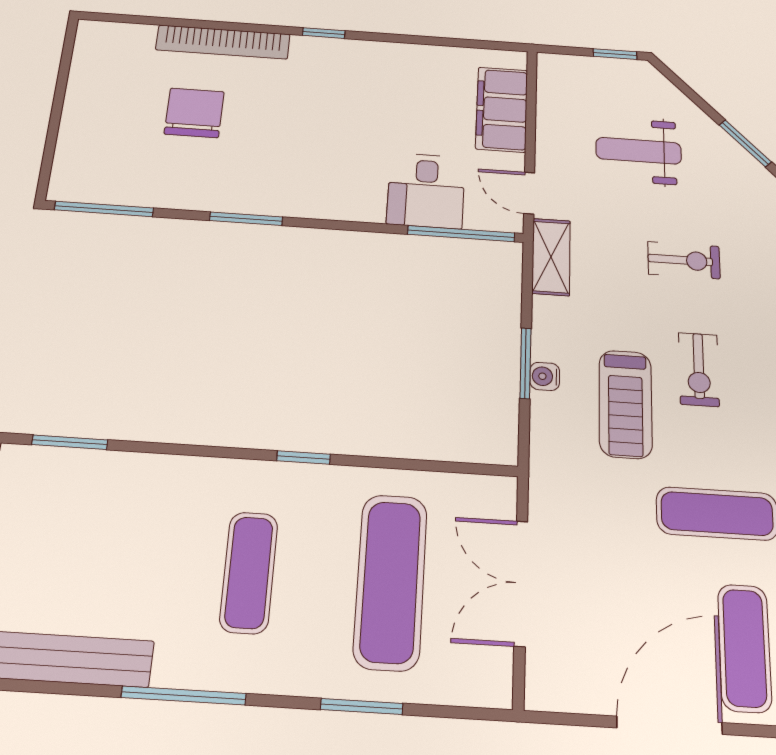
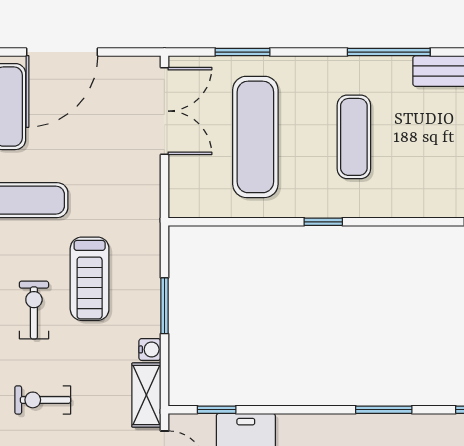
window: (461, 234) -> (217, 410), width x0.46
water cooler: (545, 376) -> (150, 349), moved
treadmill: (625, 404) -> (90, 279), turned 180
double door: (521, 583) -> (164, 111), moved
window: (362, 706) -> (242, 52), moved

